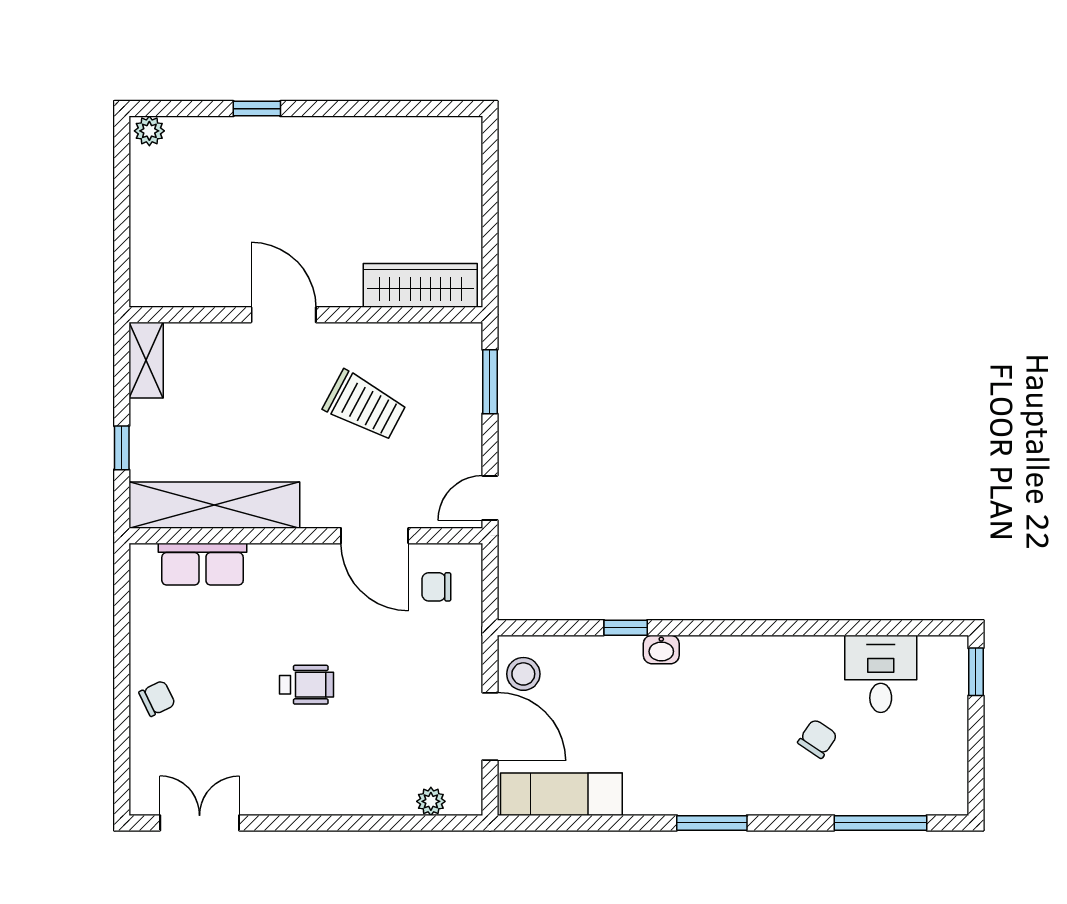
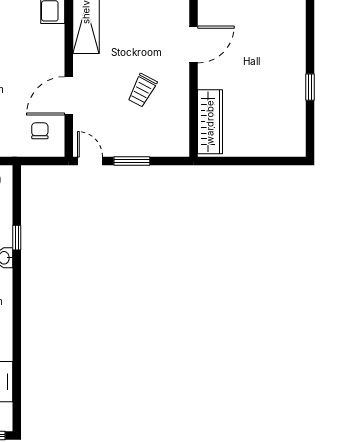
window: (257, 109) -> (310, 87), moved
window: (490, 382) -> (132, 161), moved
trolley: (365, 406) -> (142, 90), width x0.73, depth x0.72

